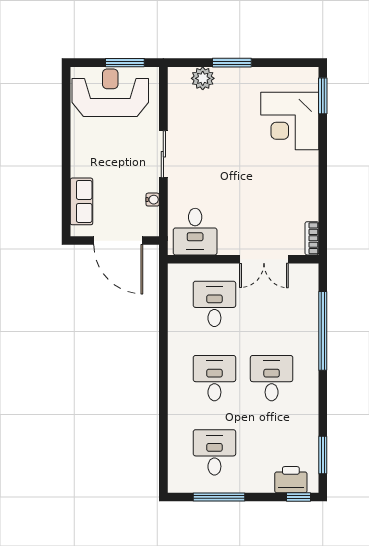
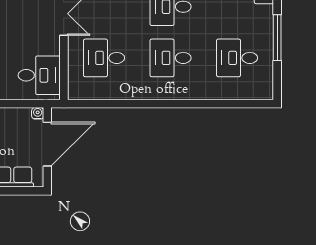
water cooler: (153, 200) -> (38, 113), moved
window: (219, 497) -> (277, 38), moved

